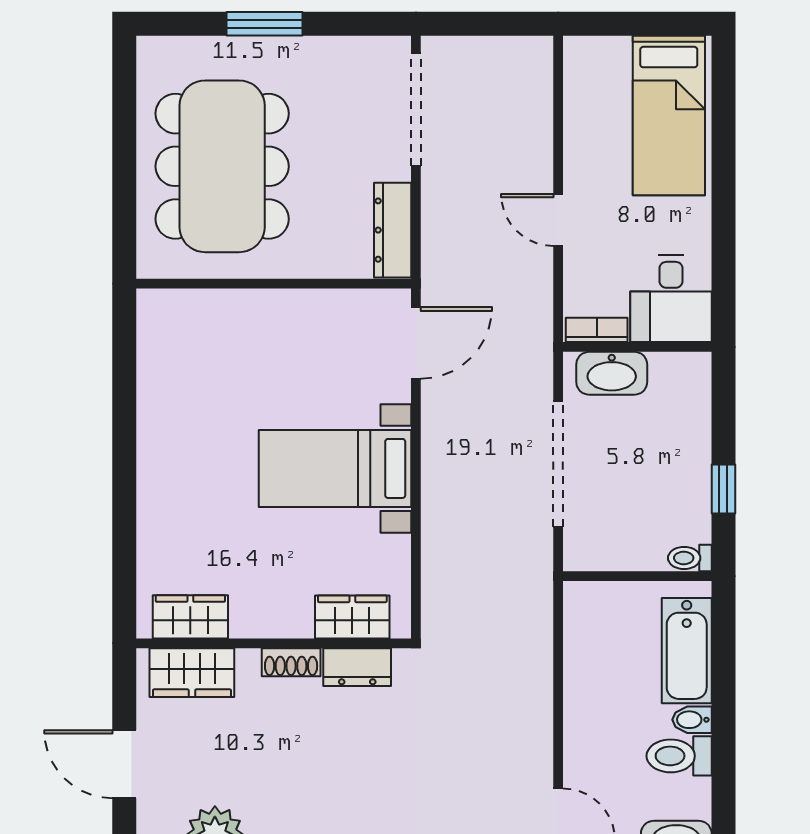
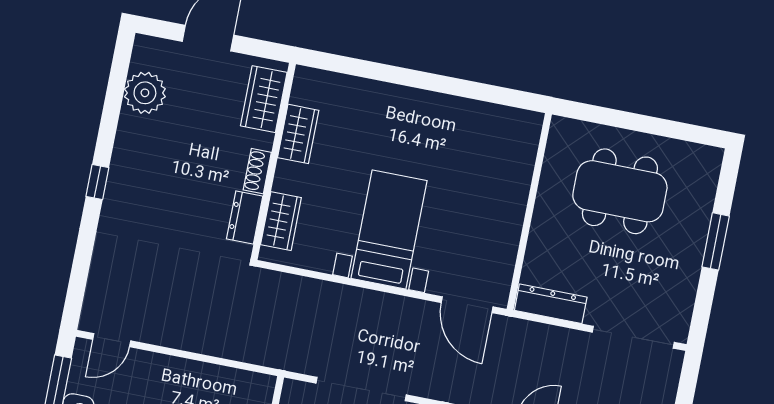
dining table: (222, 166) -> (620, 191), width x0.73, depth x0.80
wardrobe: (190, 617) -> (298, 134), moved

